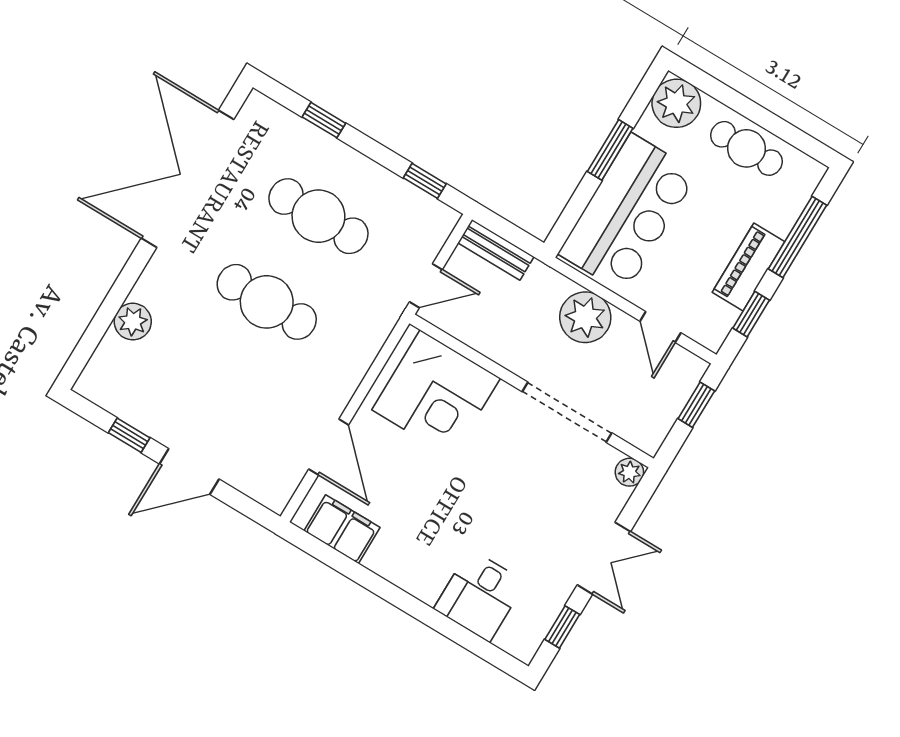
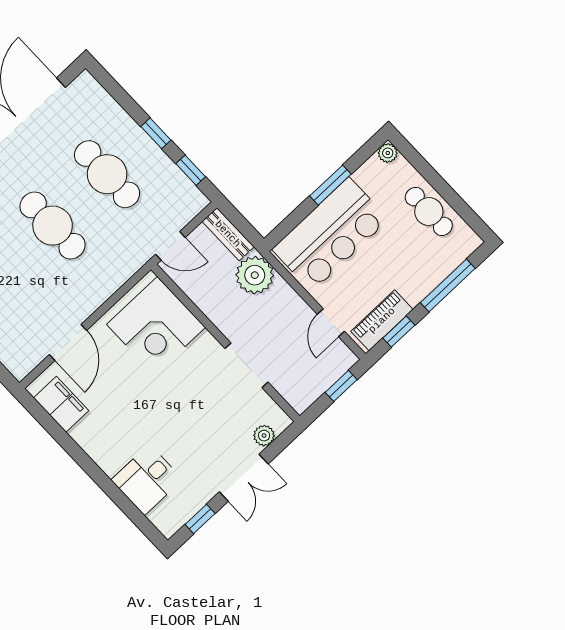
plant: (676, 103) -> (388, 153), width x0.53, depth x0.53
window: (324, 120) -> (156, 133), moved
piano: (748, 267) -> (382, 320), moved
plant: (585, 317) -> (255, 275), moved
doorway: (567, 412) -> (247, 365), width x0.73
plant: (629, 472) -> (264, 436), moved

